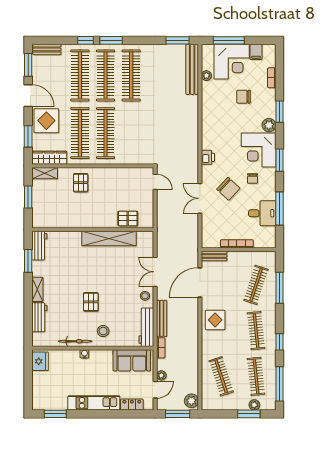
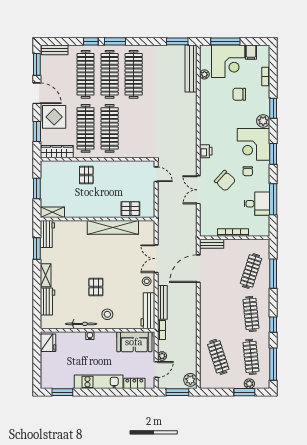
shelving: (45, 173) -> (52, 212), moved
display table: (215, 320) -> (213, 304), removed

